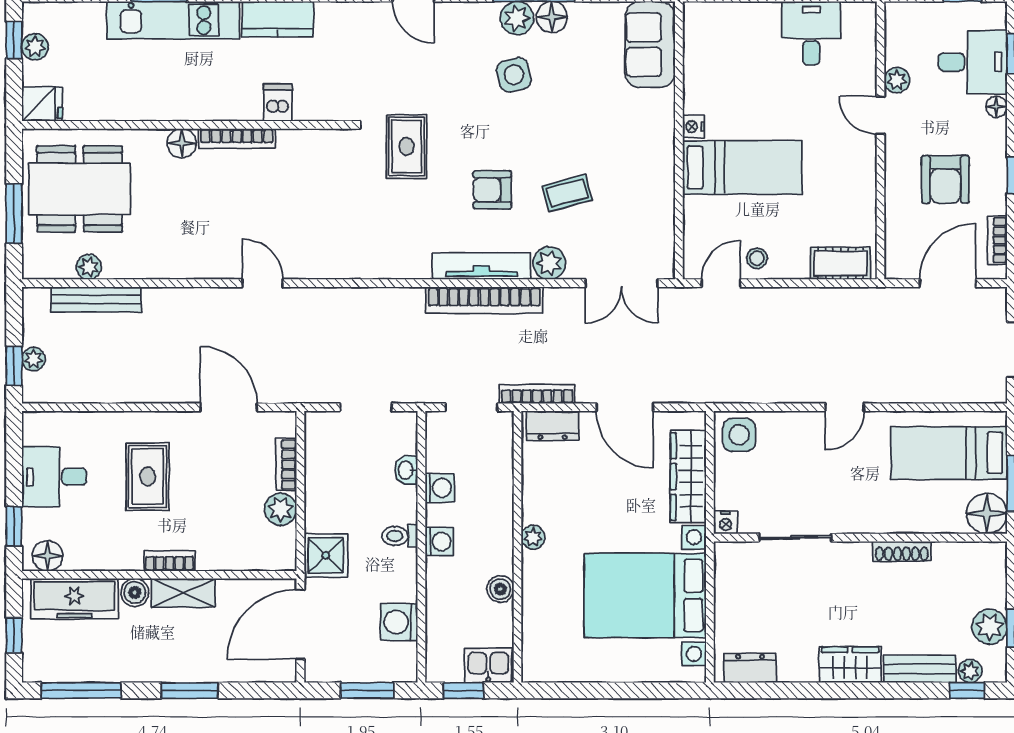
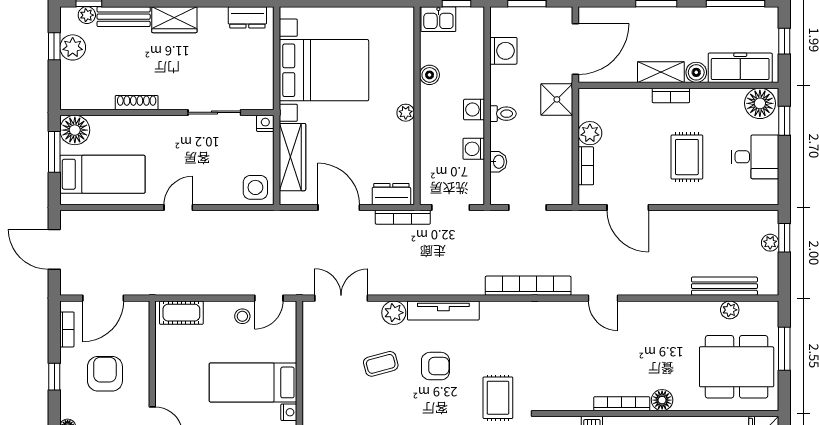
bookcase: (484, 300) -> (528, 286), moved
floor lamp: (47, 556) -> (760, 103), width x1.38, depth x1.38

